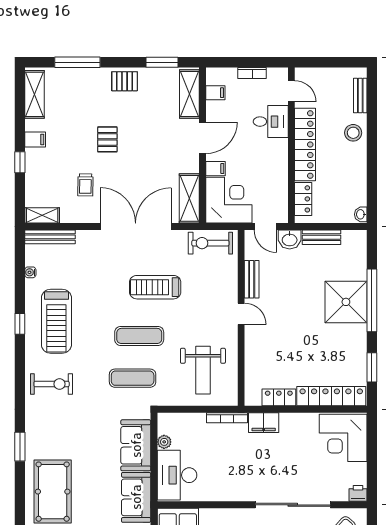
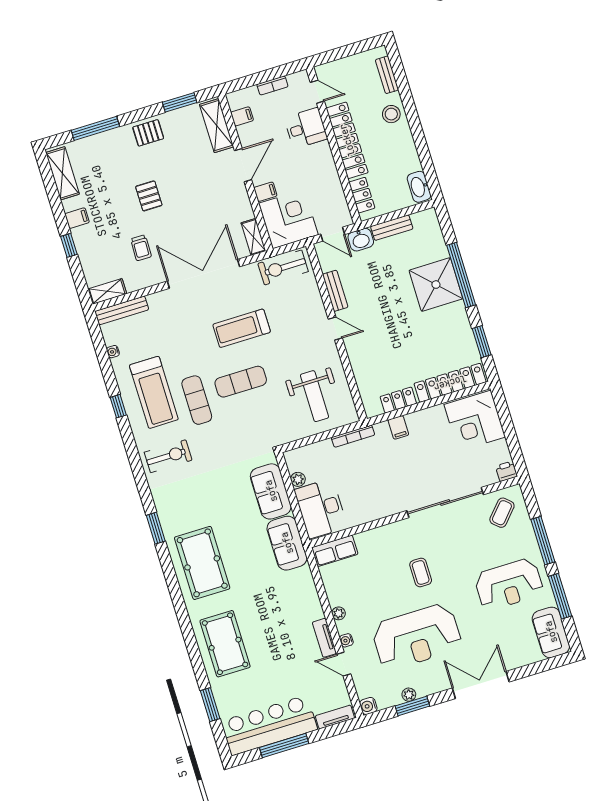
shelving: (189, 198) -> (253, 237), width x0.67, depth x0.75
washbasin: (361, 214) -> (419, 187), width x1.91, depth x1.45
exercise mat: (133, 378) -> (197, 400), moved, turned 90
filing cabinet: (264, 423) -> (398, 427), width x0.50

